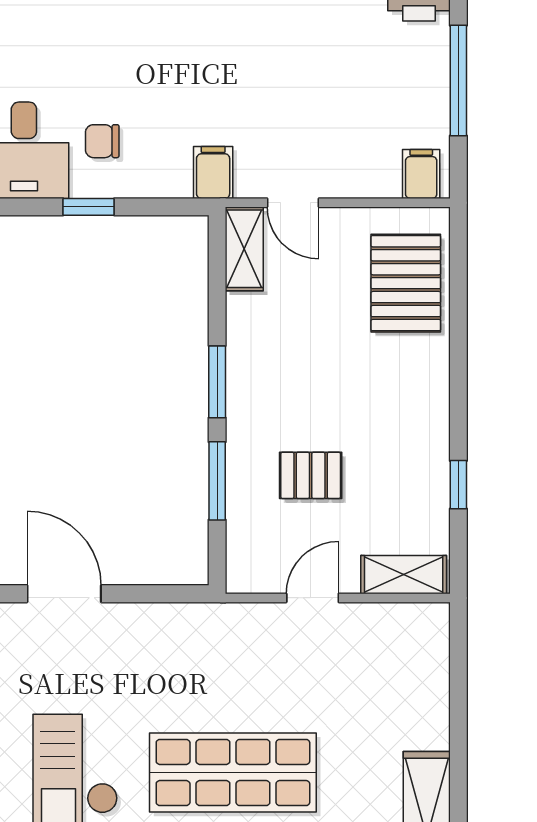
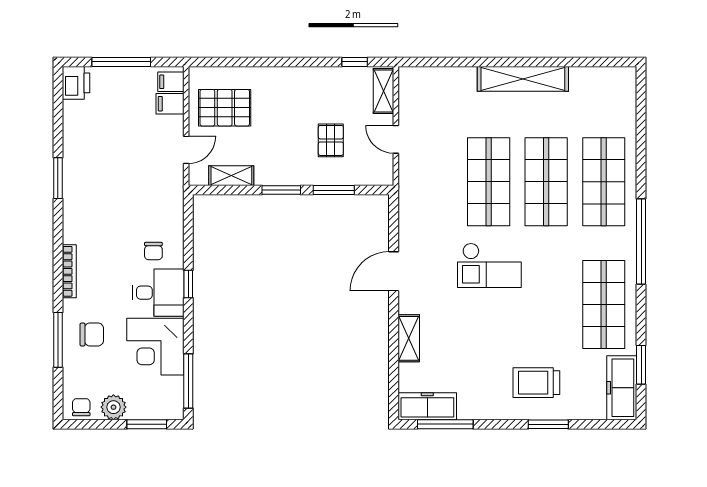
filing cabinet: (213, 172) -> (170, 104), moved
window: (89, 207) -> (188, 284), moved
shelving: (244, 249) -> (231, 176), moved
pallet: (406, 283) -> (225, 108), moved
window: (458, 485) -> (355, 62), moved

